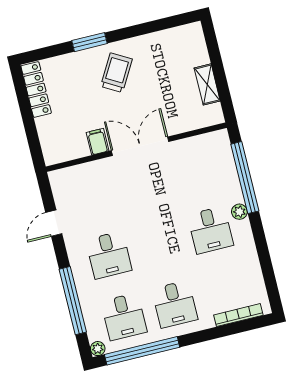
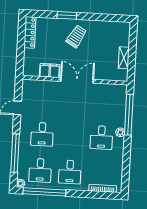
filing cabinet: (98, 142) -> (50, 71), width x2.00

